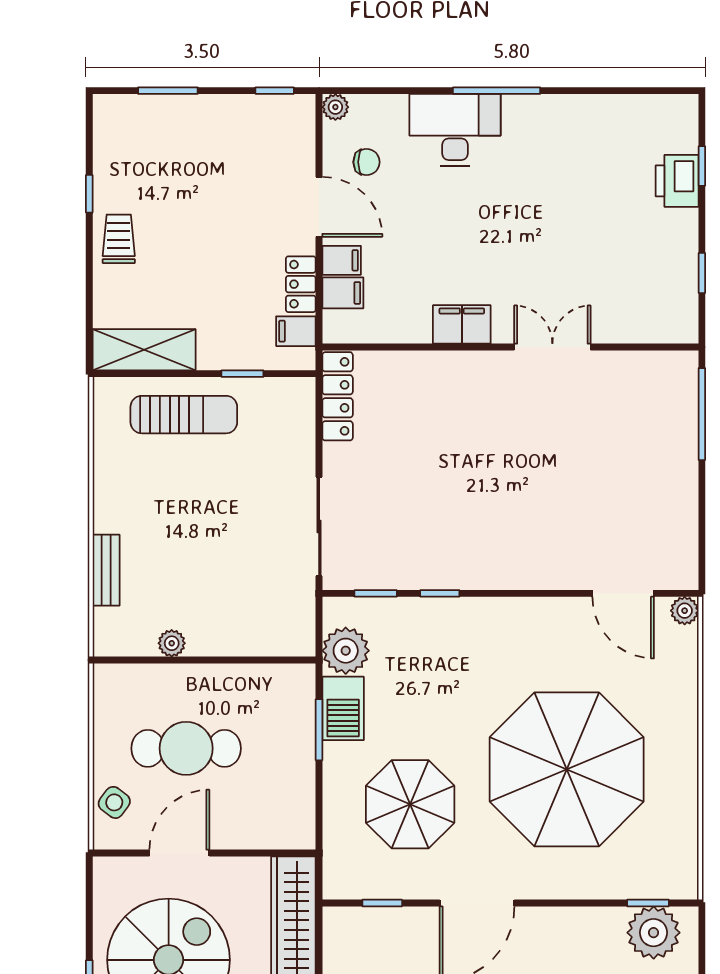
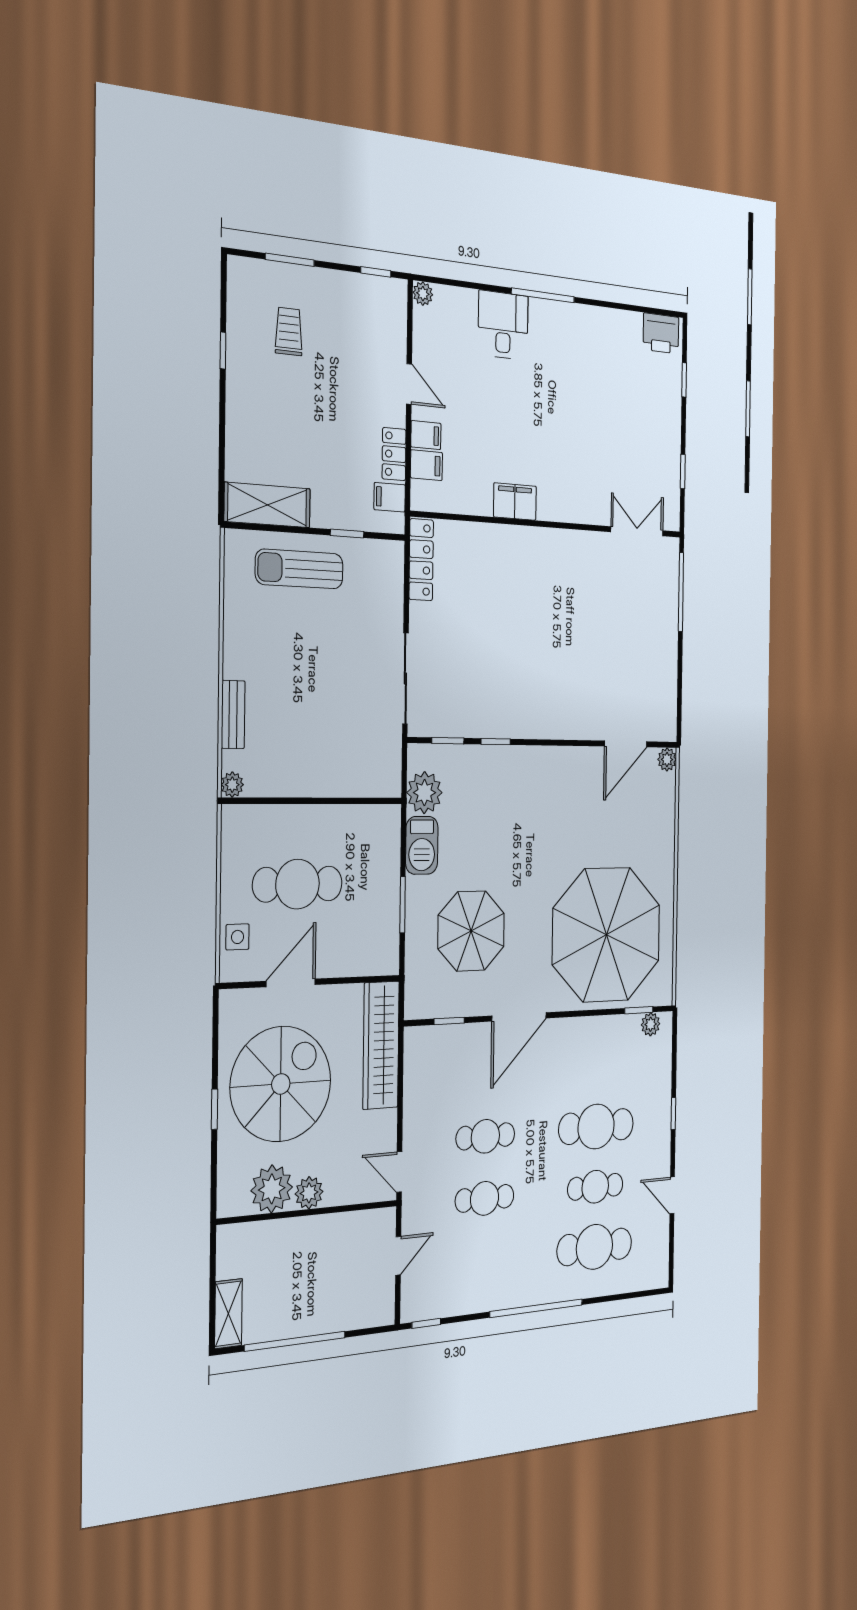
desk: (455, 130) -> (503, 325), width x0.73
chair: (366, 162) -> (446, 347), removed
printer: (677, 181) -> (661, 333), moved, turned -90
door: (319, 207) -> (409, 384), width x0.73
trolley: (119, 239) -> (289, 331), moved
double door: (552, 347) -> (637, 531), moved
sun lounger: (184, 415) -> (299, 569), turned 180
door: (623, 593) -> (626, 744), hinge flipped
plant: (172, 643) -> (232, 785), moved
window: (319, 730) -> (403, 905), moved
parasol: (567, 769) -> (606, 935), moved
side table: (114, 802) -> (237, 937), turned -37
plant: (654, 933) -> (651, 1024), width x0.53, depth x0.53

